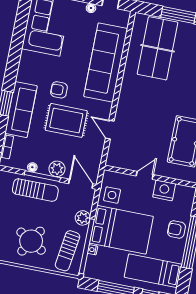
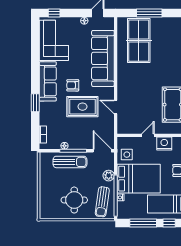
sofa: (21, 110) -> (48, 81), moved
plant: (57, 169) -> (83, 143), removed
round table: (31, 241) -> (74, 200), turned -31

